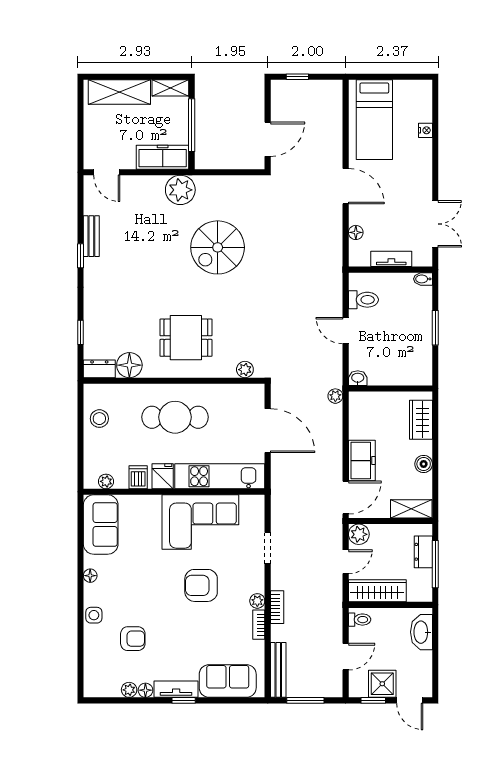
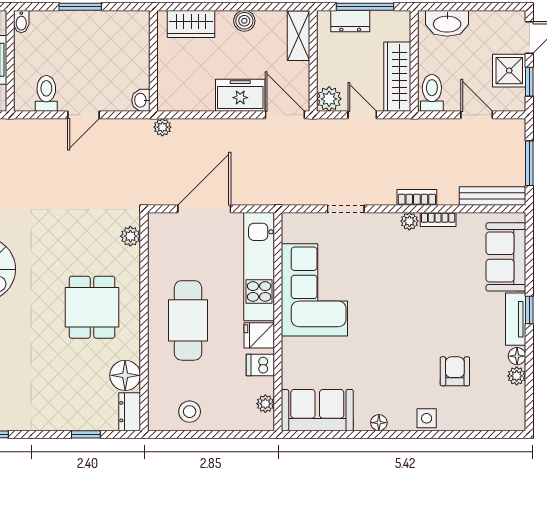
armchair: (201, 585) -> (391, 289), removed
toilet: (360, 620) -> (432, 93), width x1.37, depth x1.39

